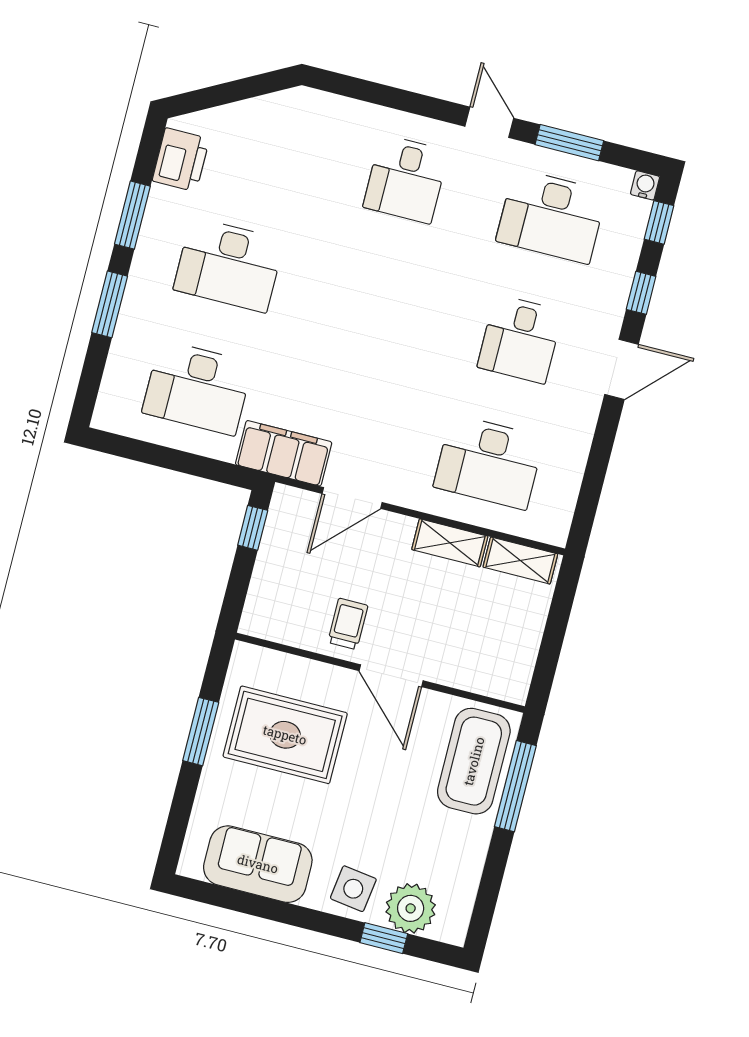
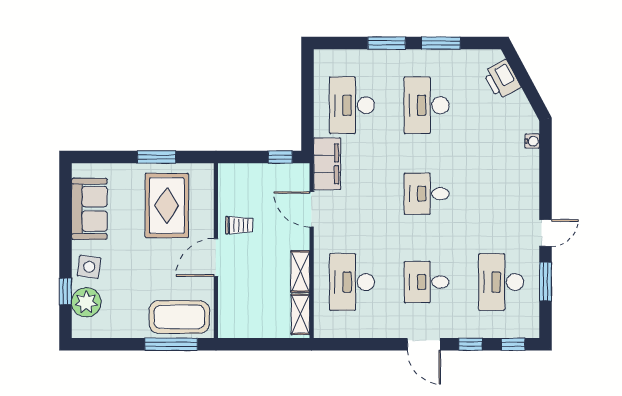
printer: (181, 160) -> (502, 79), moved, turned 62
desk: (406, 179) -> (427, 194), moved
water cooler: (645, 185) -> (532, 141), moved

